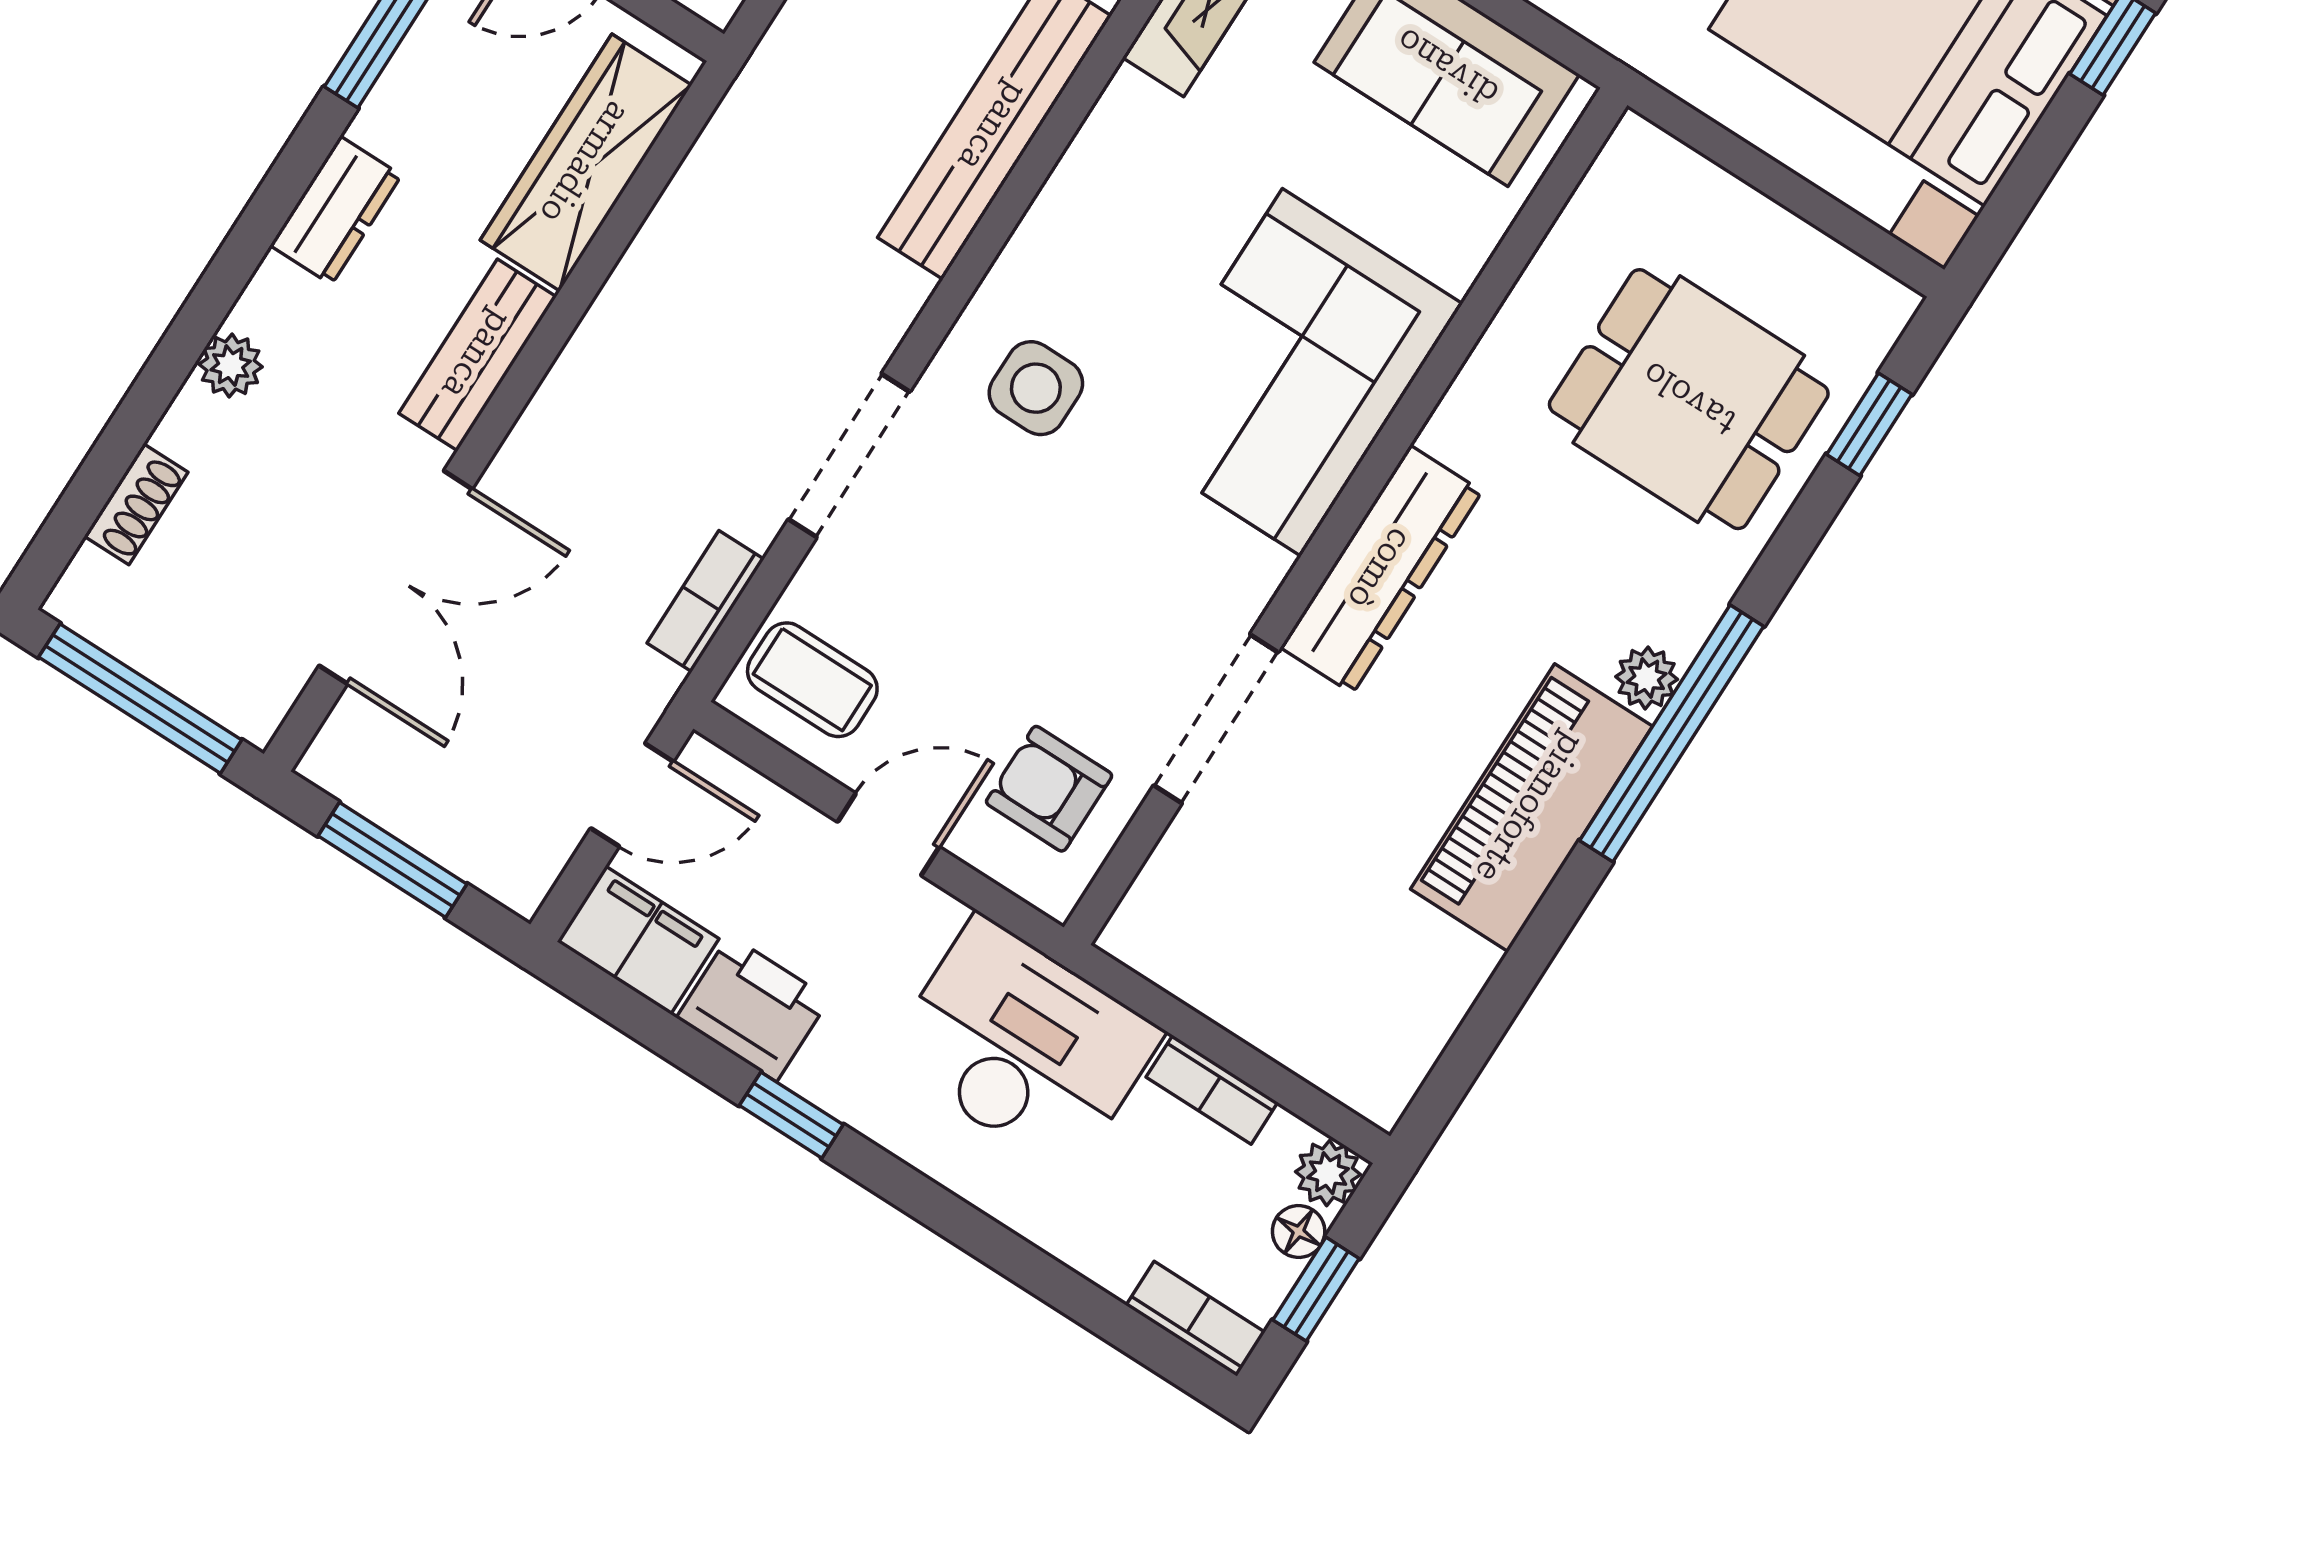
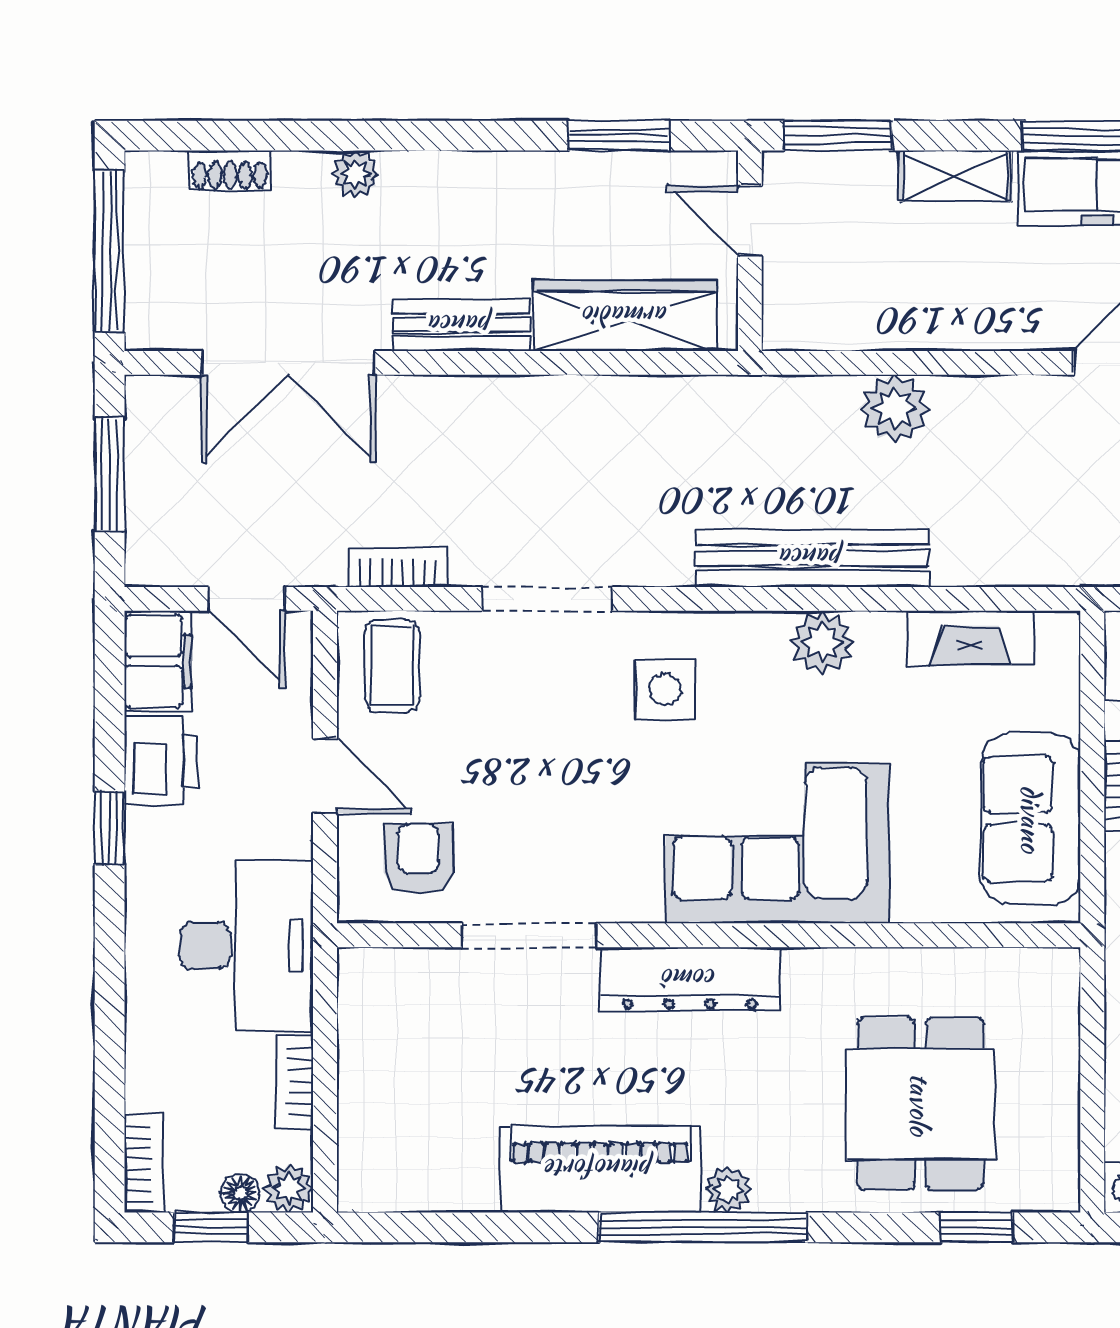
plant: (1097, 176) -> (822, 642), added
dresser: (336, 210) -> (495, 178), removed

